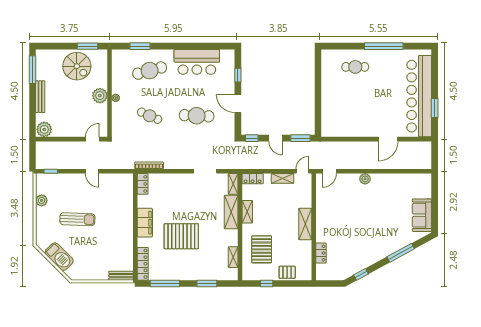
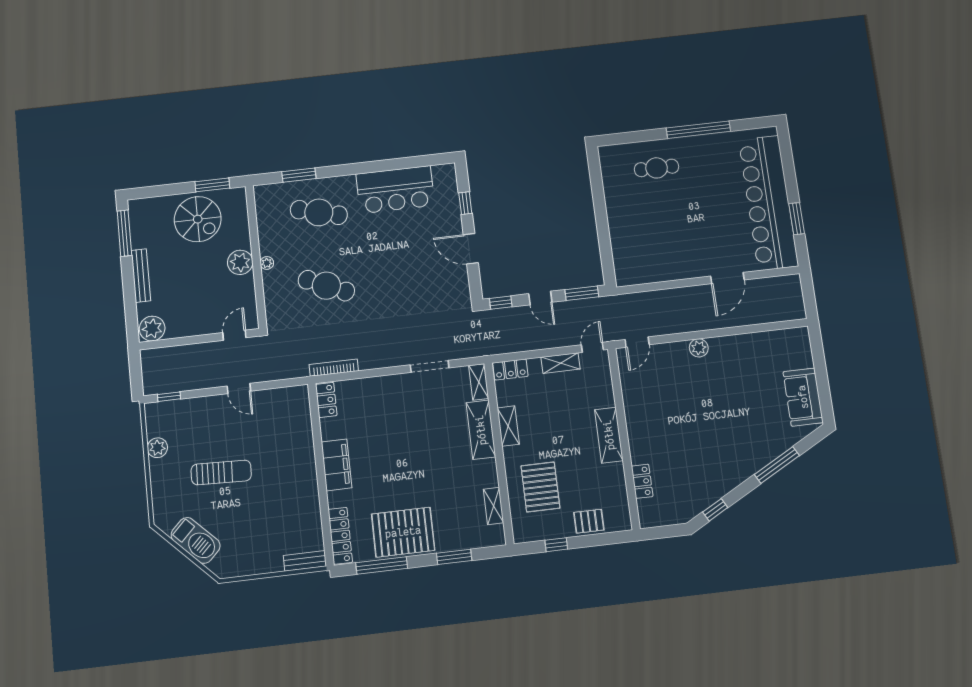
cafe table: (150, 71) -> (319, 212), turned 30
cafe table: (150, 116) -> (326, 286), width x1.37, depth x1.35
cafe table: (197, 116) -> (405, 277), removed
pallet: (181, 236) -> (403, 532), moved

